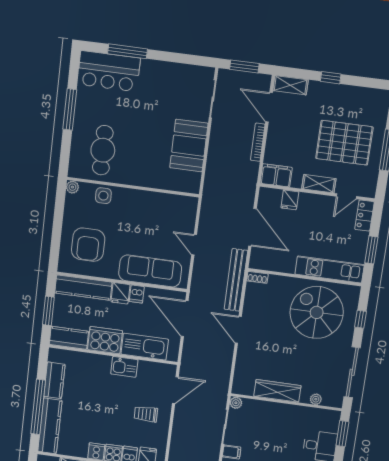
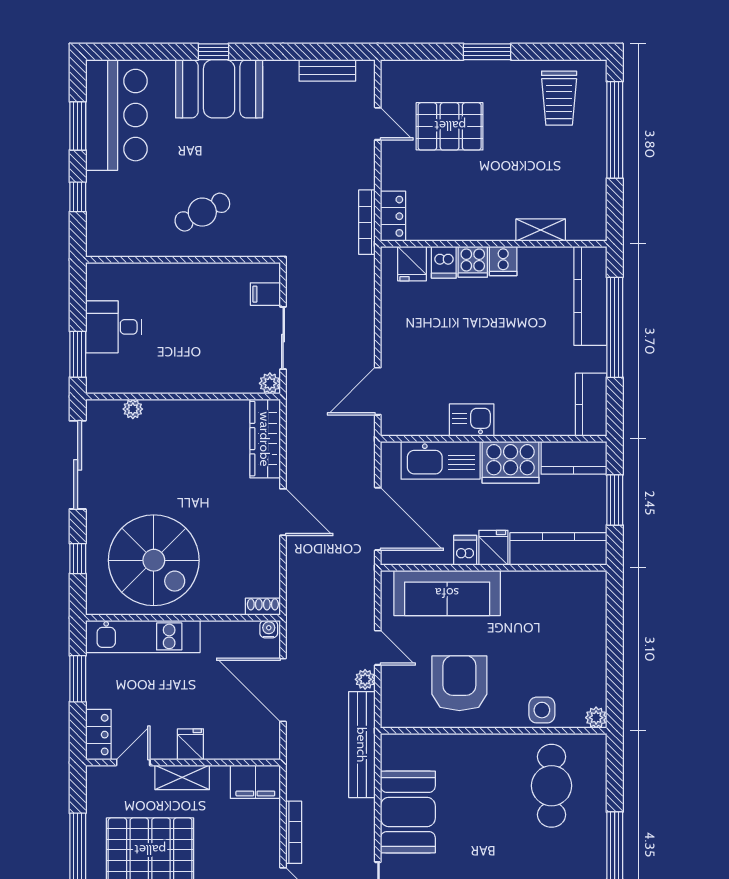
fridge: (290, 200) -> (190, 744), moved
plant: (204, 227) -> (365, 679), added
armchair: (88, 245) -> (459, 683), moved
water cooler: (256, 264) -> (269, 629), added
bench: (236, 280) -> (362, 745), moved
kitchen counter: (54, 380) -> (591, 405), moved
wardrobe: (277, 391) -> (265, 439), moved, turned 90
trolley: (146, 414) -> (424, 341), removed

